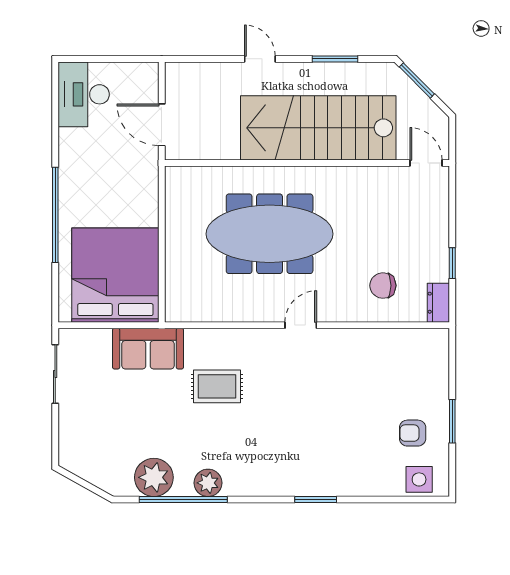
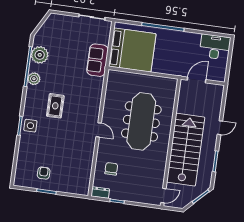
rug: (217, 386) -> (55, 106), moved
side table: (419, 479) -> (30, 126), moved

